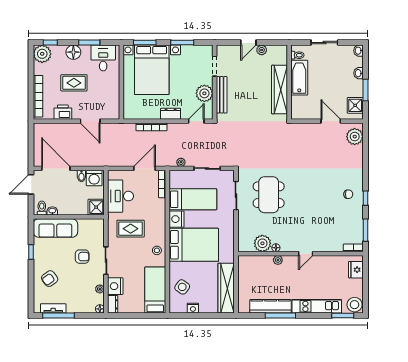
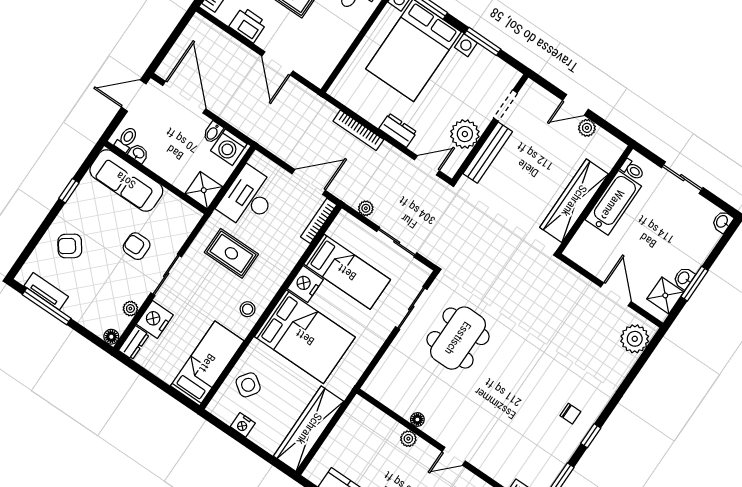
washbasin: (358, 73) -> (684, 278), moved
plant: (262, 243) -> (403, 400), removed
armchair: (82, 257) -> (137, 246), turned 180

